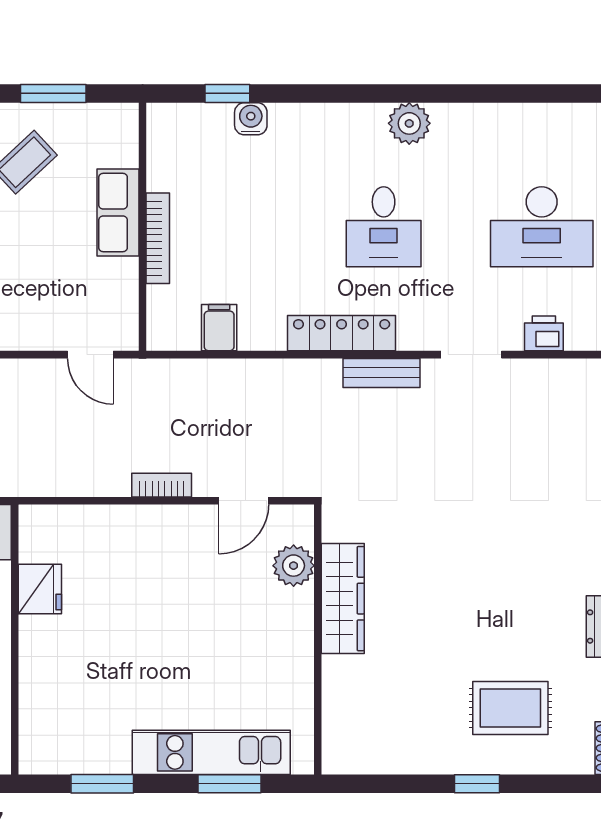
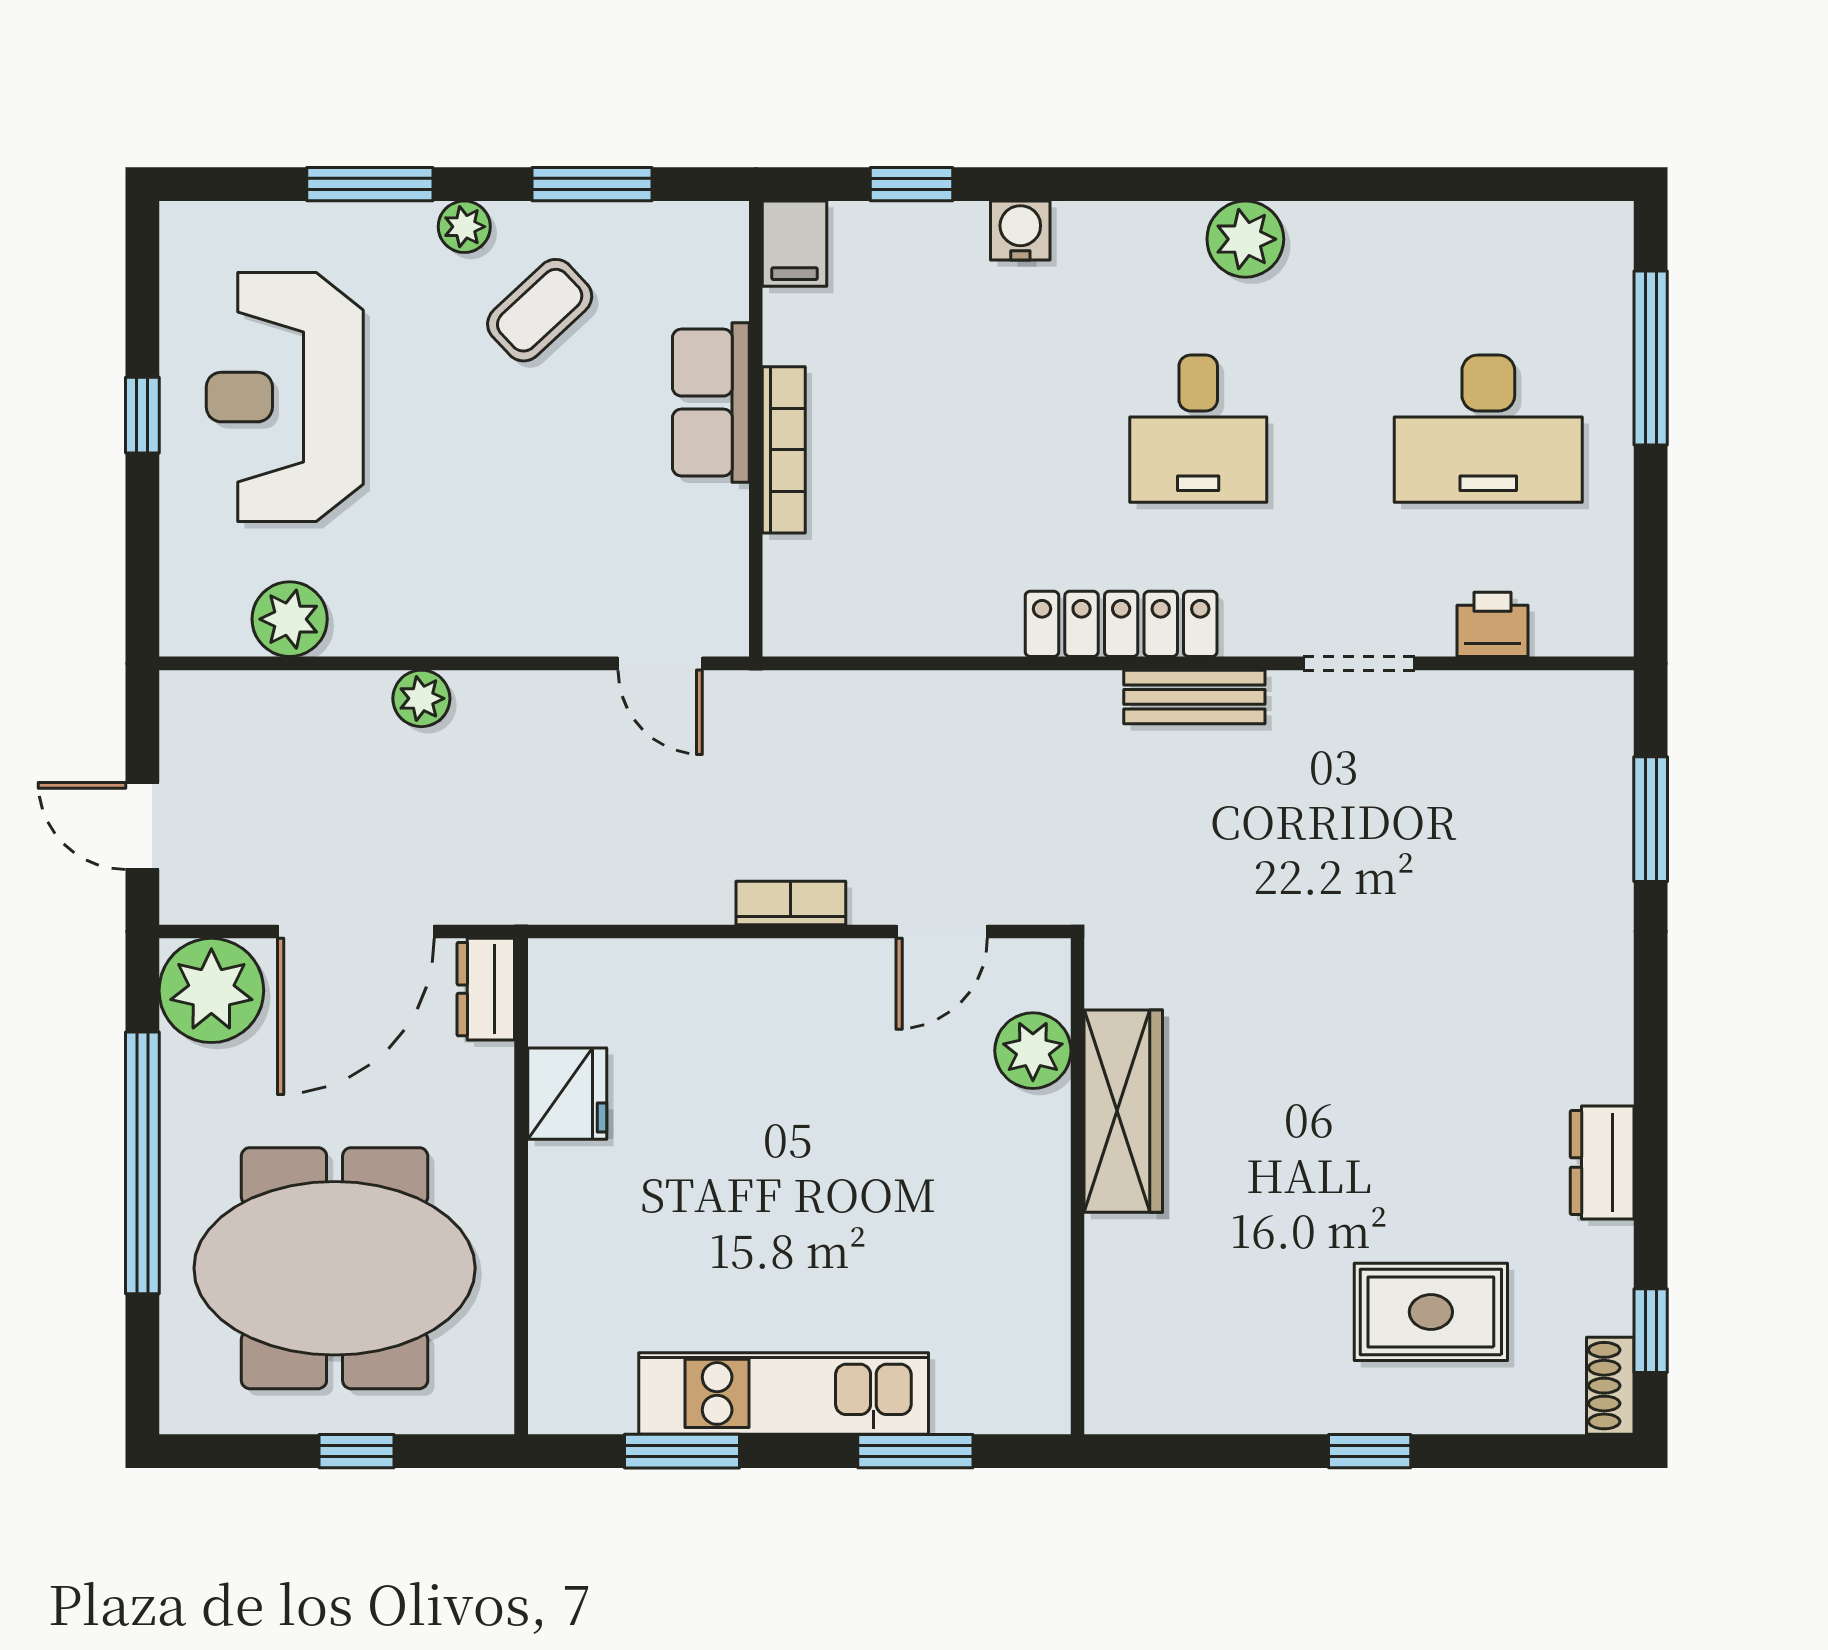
water cooler: (251, 119) -> (1020, 230), moved
filing cabinet: (219, 328) -> (795, 244), moved, turned 180
kitchen unit: (211, 752) -> (784, 1393), moved

